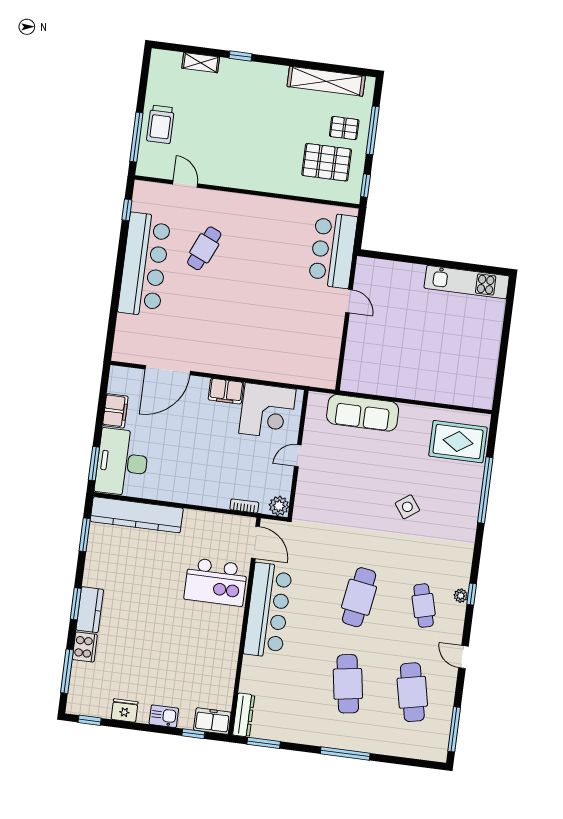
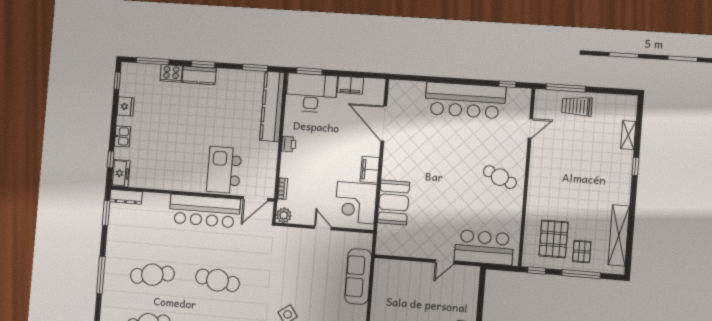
cafe table: (204, 248) -> (500, 177), moved
booth: (270, 362) -> (394, 202), added
printer: (187, 495) -> (289, 144), added

